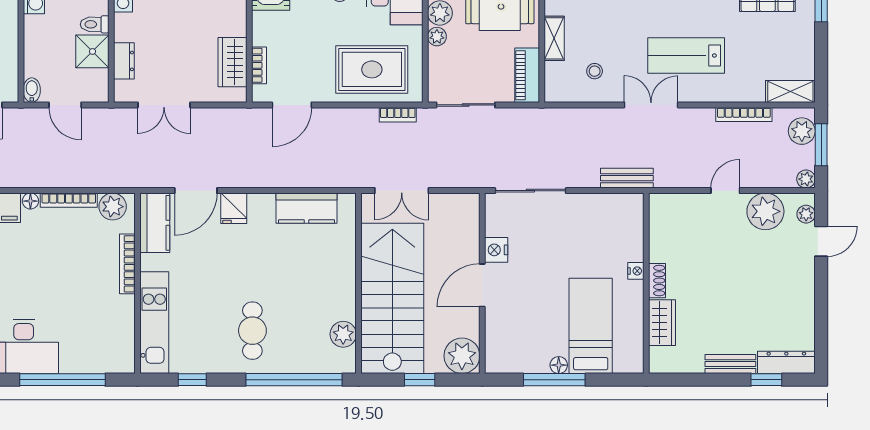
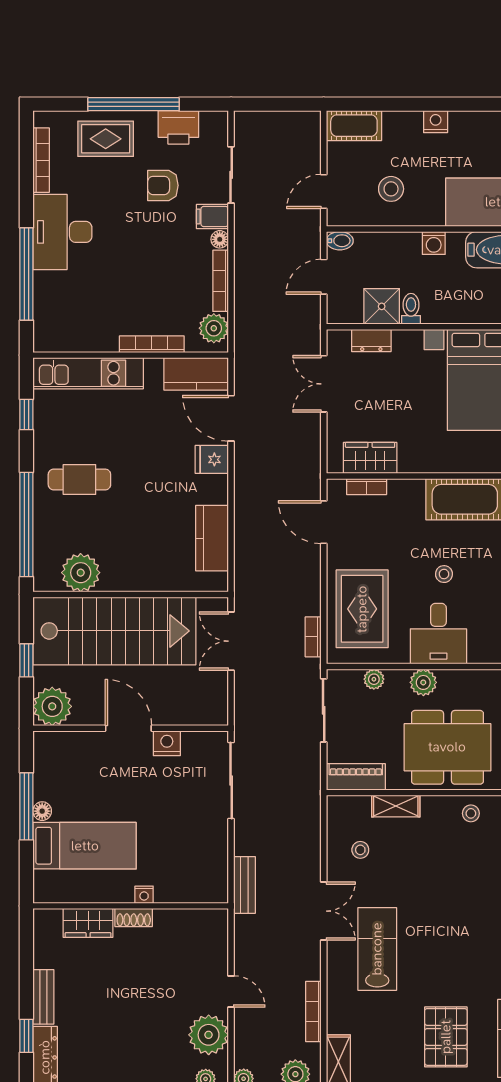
plant: (437, 37) -> (374, 679), moved
plant: (343, 334) -> (81, 573), width x1.36, depth x1.36

